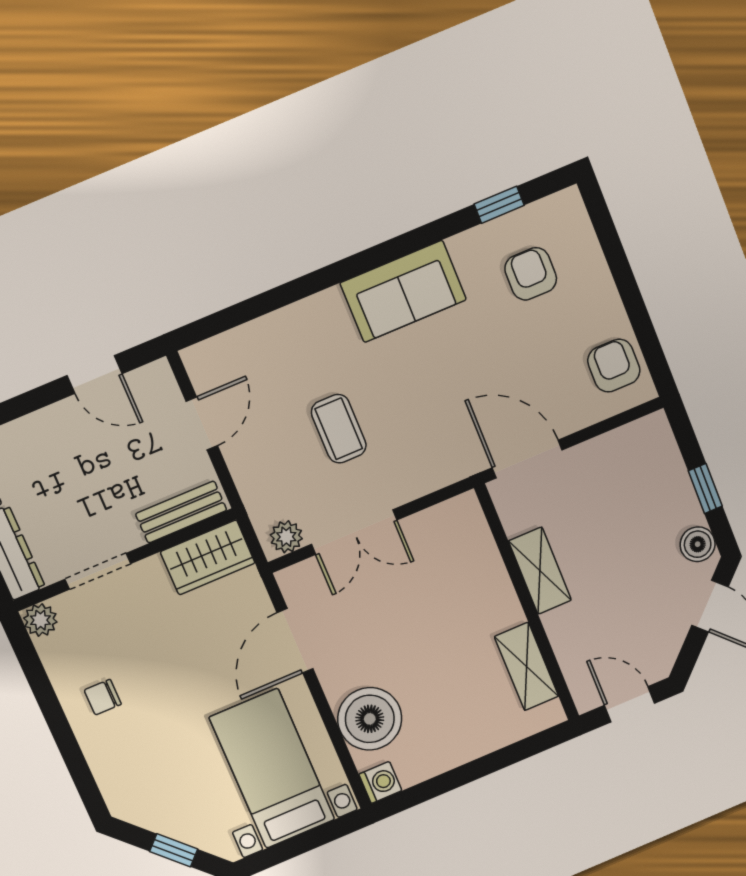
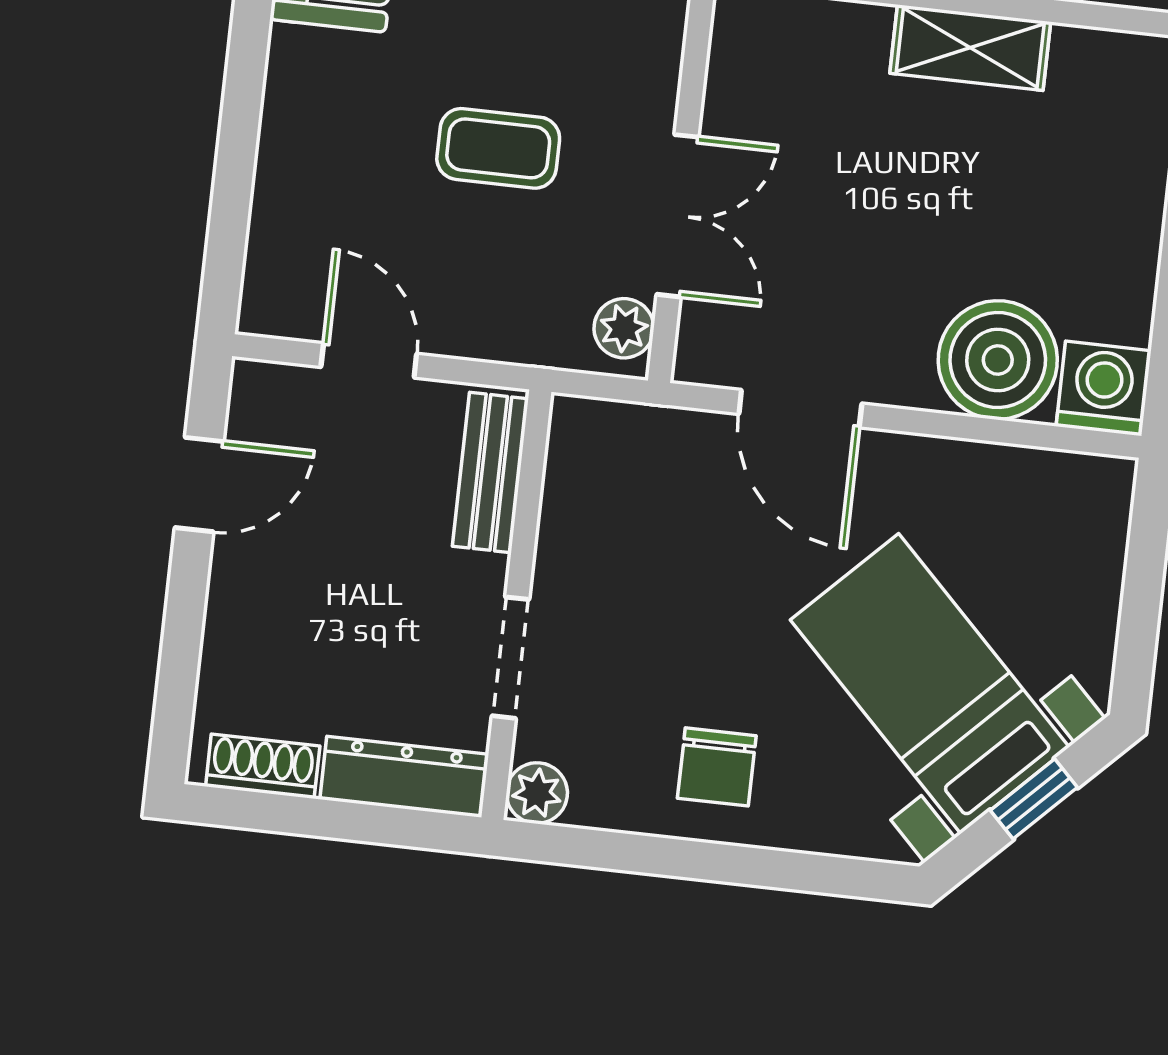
wardrobe: (208, 557) -> (586, 472), removed
shelving: (527, 666) -> (970, 48), moved
chair: (103, 697) -> (717, 767), width x1.37, depth x1.37
bed with nightstands: (272, 769) -> (930, 684), moved, turned 45
washing machine: (380, 782) -> (1104, 388), width x1.38, depth x1.38

